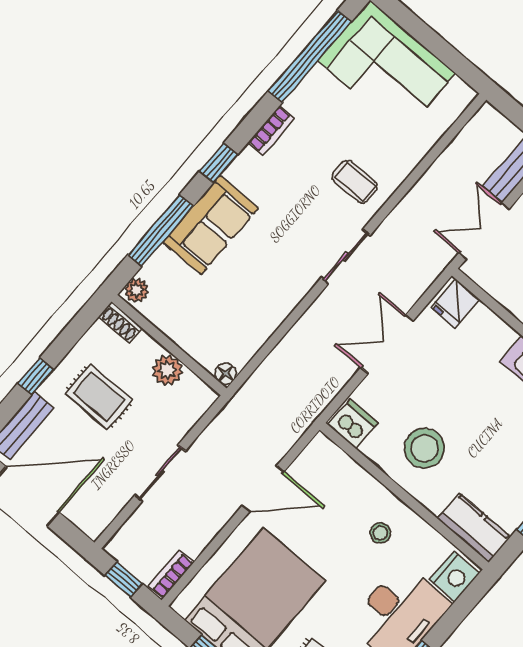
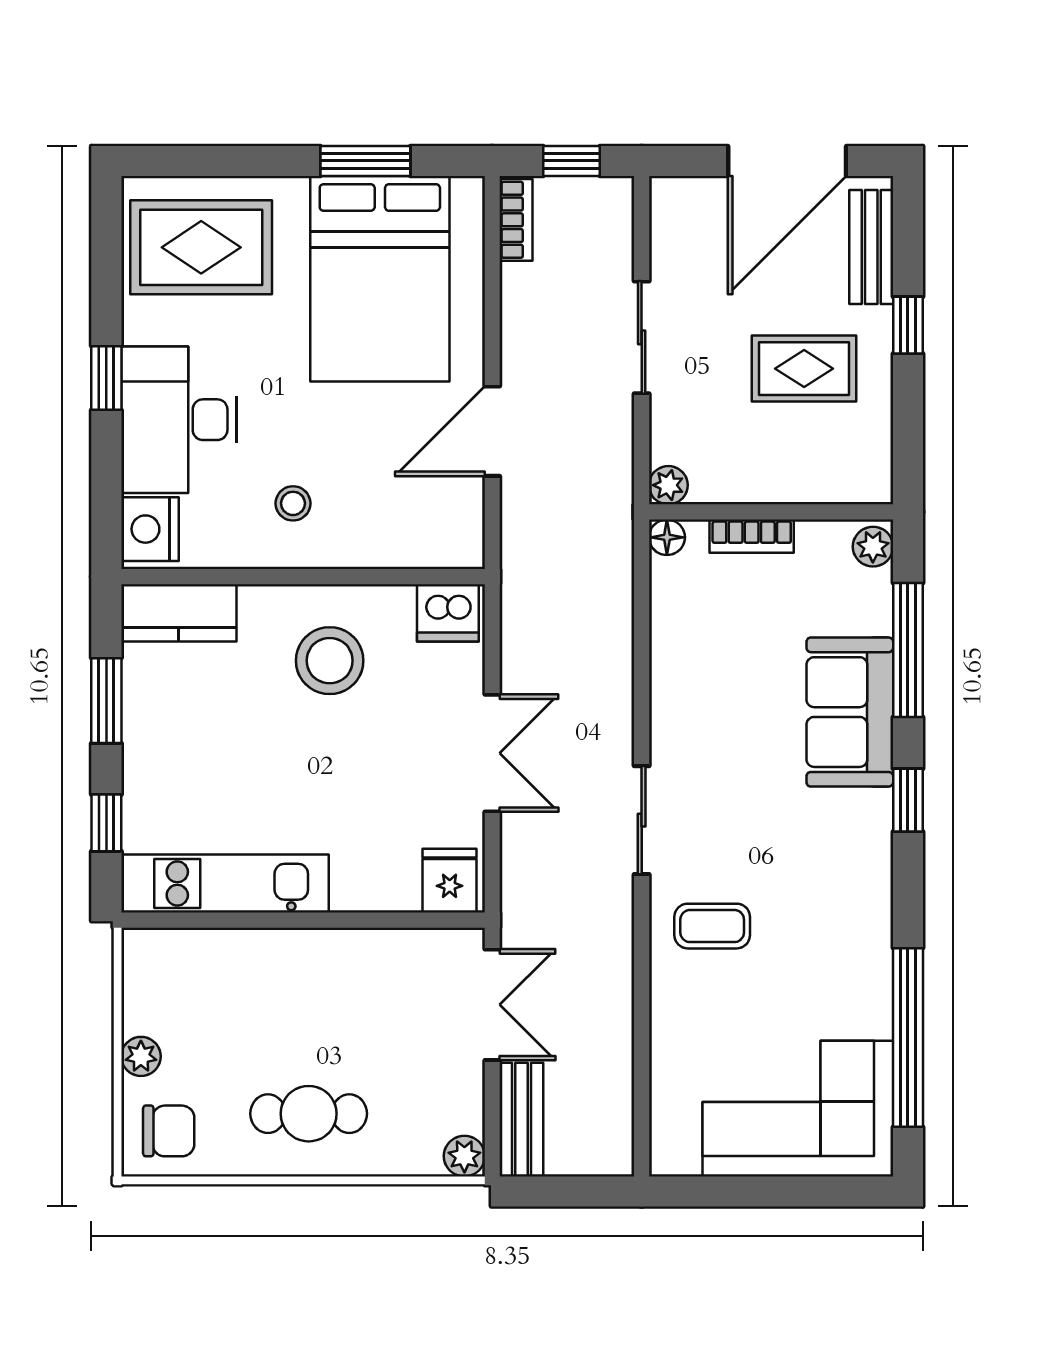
bookcase: (271, 130) -> (752, 536), moved, turned -90
shoe rack: (120, 322) -> (858, 488), removed
plant: (167, 370) -> (668, 485), moved, width x0.73, depth x0.73

